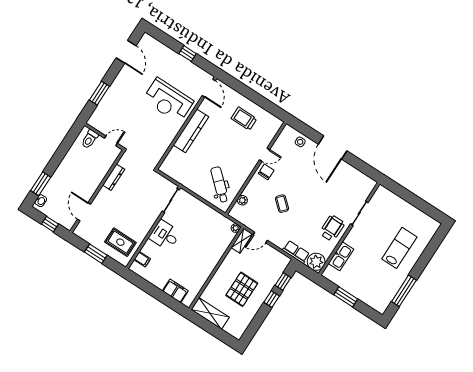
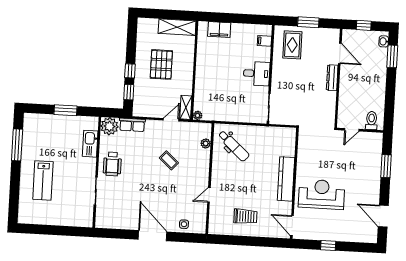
chair: (266, 172) -> (199, 180), removed
dresser: (114, 177) -> (332, 78), moved
rug: (120, 242) -> (292, 45), turned 90

